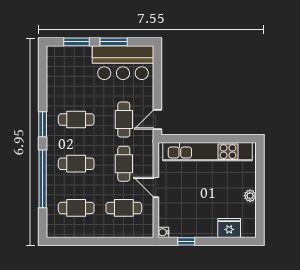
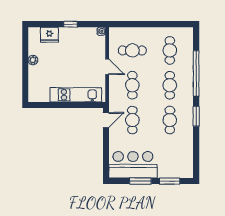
cafe table: (76, 120) -> (170, 120), turned 90
kitchen unit: (207, 152) -> (76, 95), width x0.73
cafe table: (76, 164) -> (170, 85), turned 90
cafe table: (76, 208) -> (170, 50), turned 90
window: (186, 241) -> (70, 24), moved

